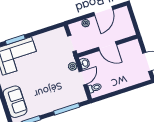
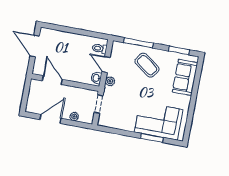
door: (107, 46) -> (52, 80), moved
door: (83, 78) -> (106, 65), hinge flipped
coffee table: (50, 95) -> (147, 65), added

